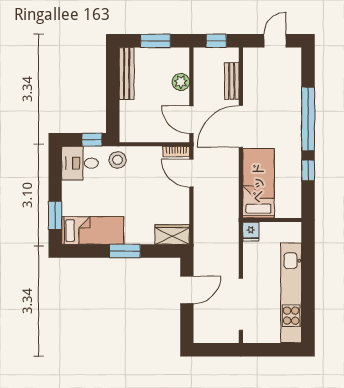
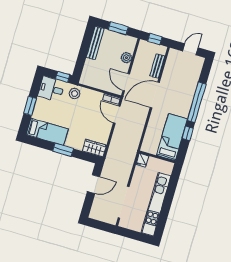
bed: (258, 183) -> (172, 137), moved
window: (55, 216) -> (30, 106), moved

